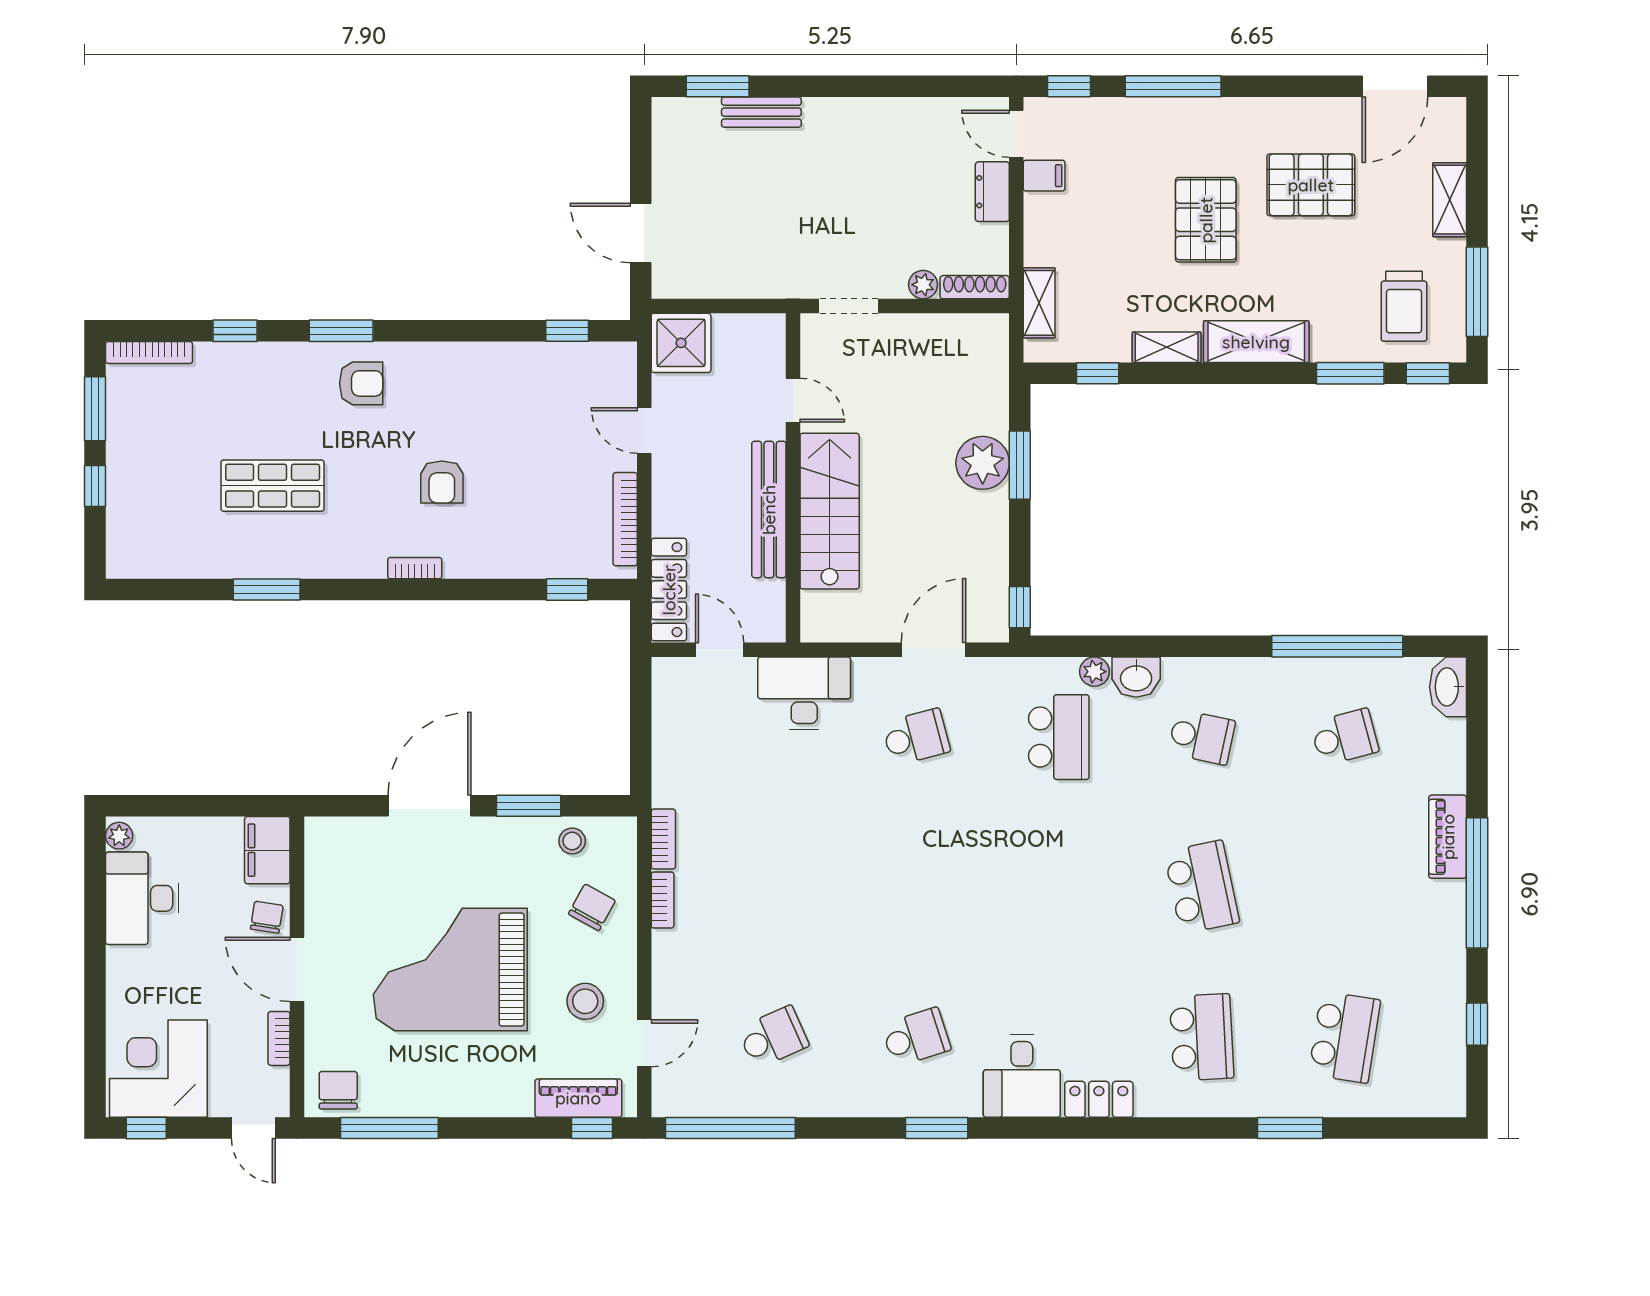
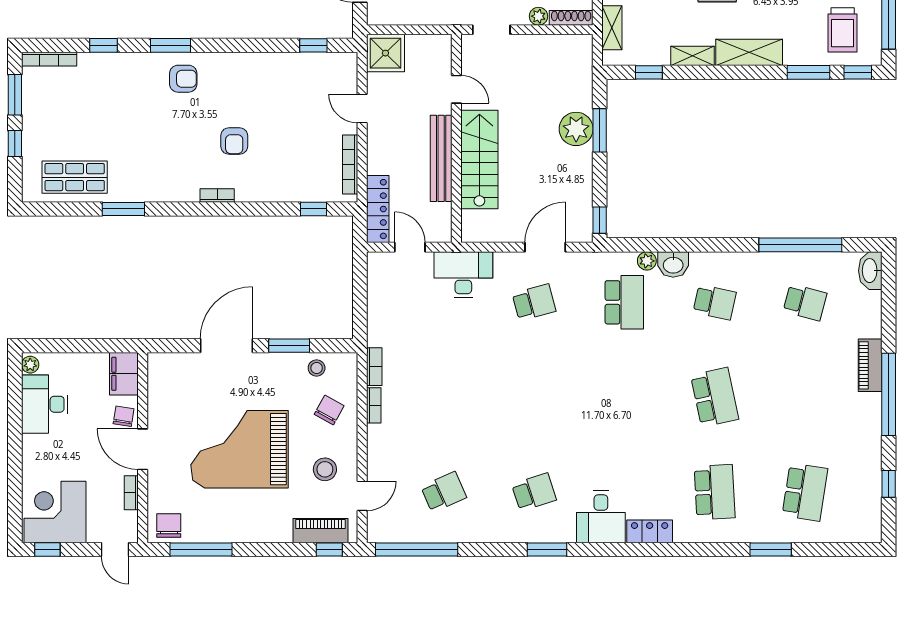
shop shelf: (273, 486) -> (75, 177), moved
school desk: (1345, 737) -> (805, 302), turned 30

